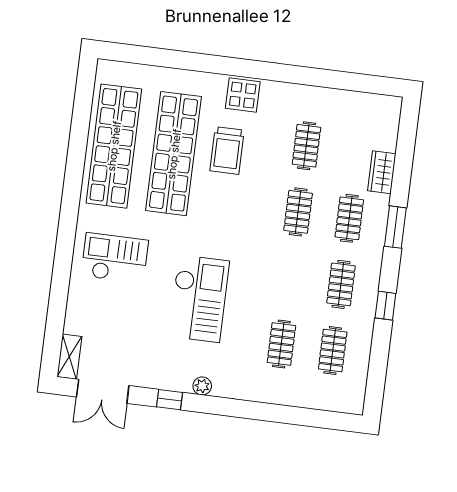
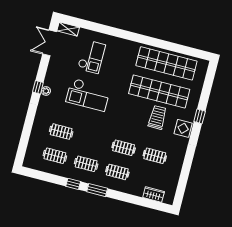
window: (214, 64) -> (200, 116), added
trolley: (227, 151) -> (157, 117), turned 90
wardrobe: (382, 172) -> (154, 194), moved
window: (395, 227) -> (97, 190), moved
checkout: (115, 258) -> (92, 57), moved
window: (170, 400) -> (38, 87), moved

